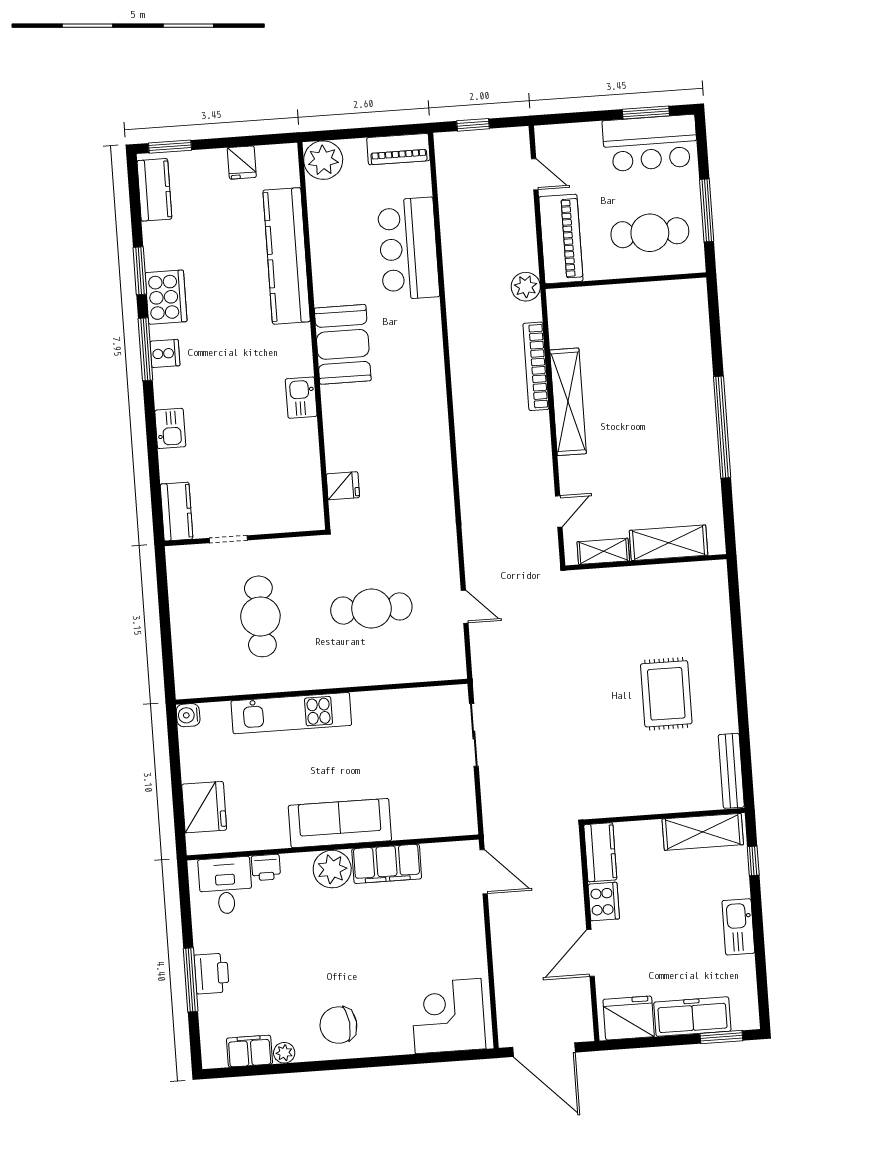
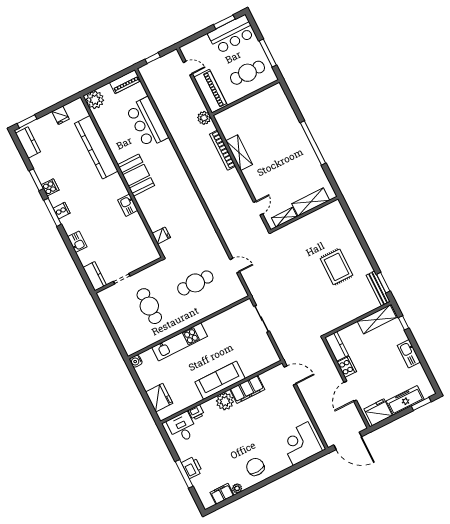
cooker: (166, 297) -> (50, 187), width x0.53, depth x0.76
shelving: (568, 402) -> (239, 153), width x0.68
window: (746, 764) -> (383, 283), added
chair: (338, 1025) -> (255, 467), turned 92

